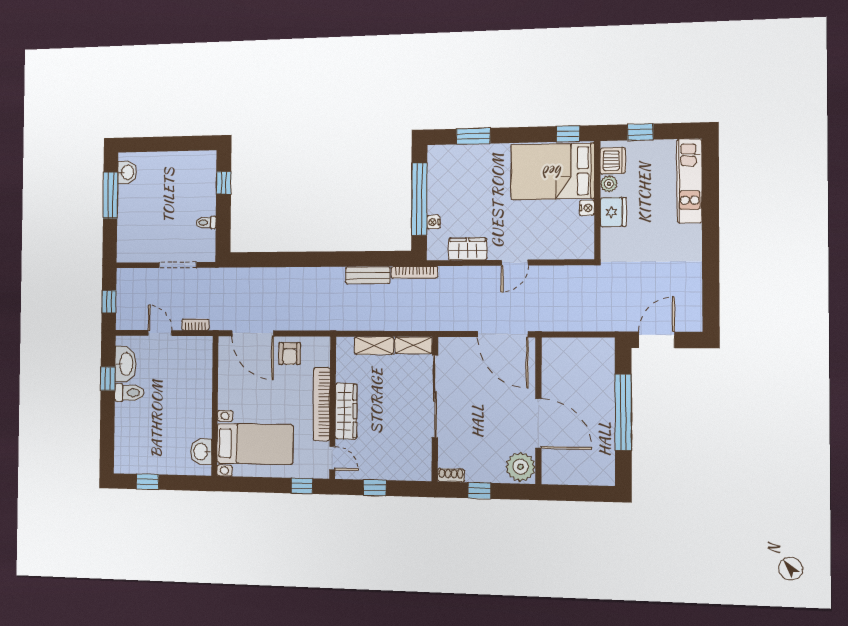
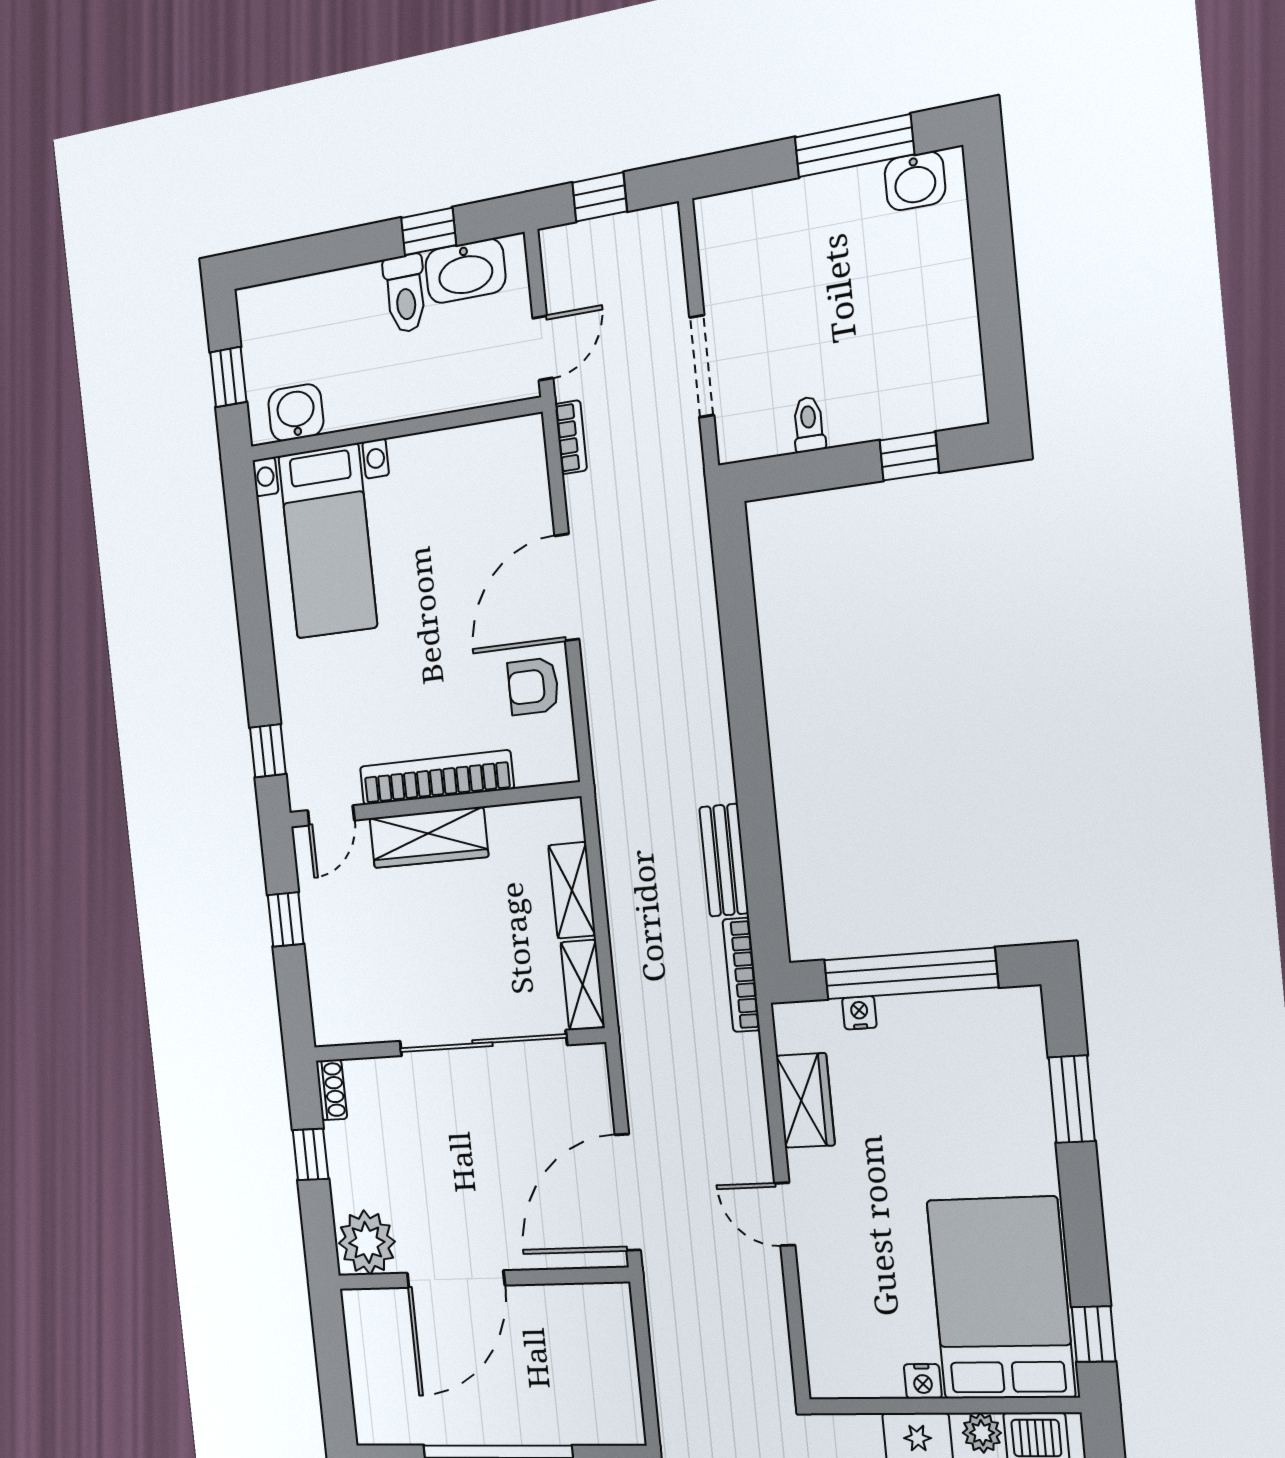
wall: (215, 406) -> (393, 430), moved
bed with nightstands: (255, 444) -> (328, 541), moved
washbasin: (201, 452) -> (296, 413), moved

